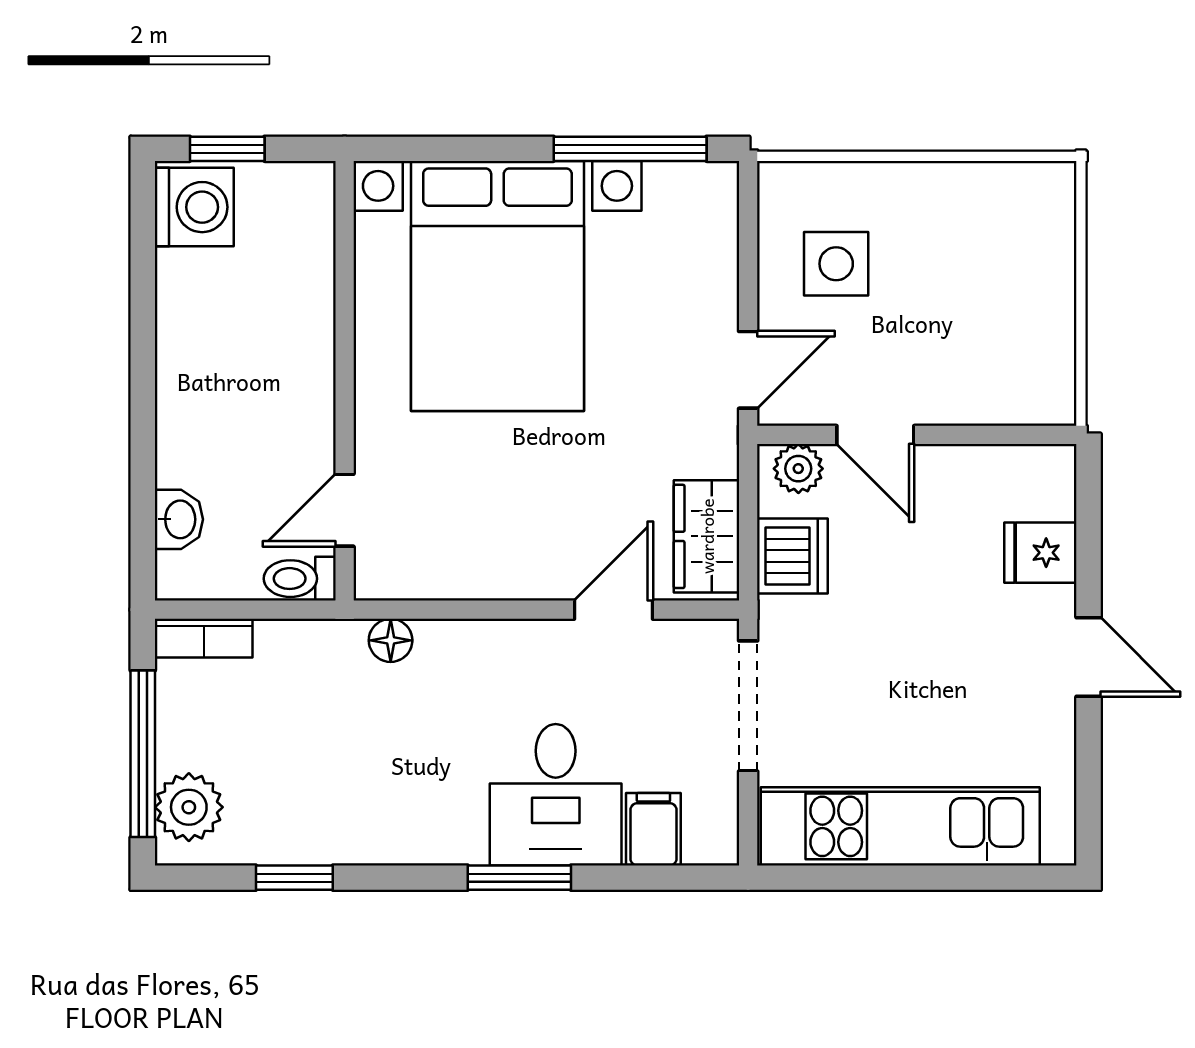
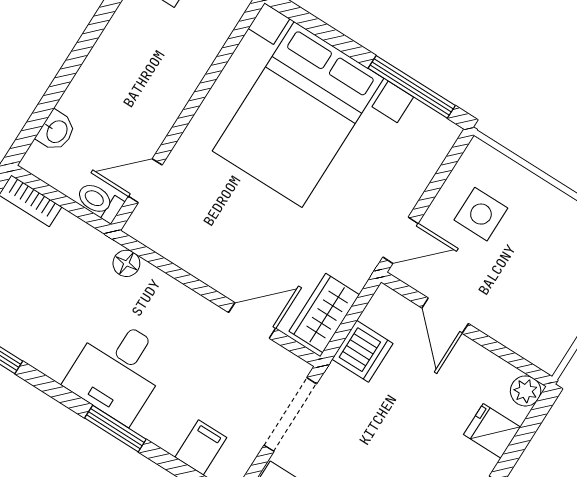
plant: (798, 469) -> (526, 391), moved
desk: (556, 795) -> (118, 370), moved

